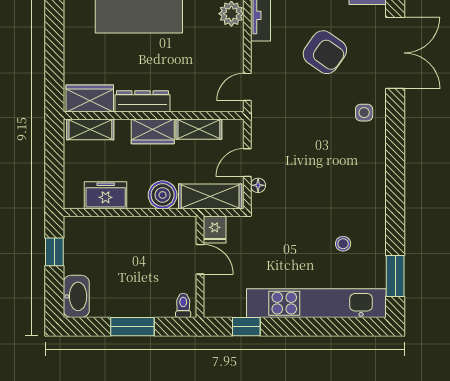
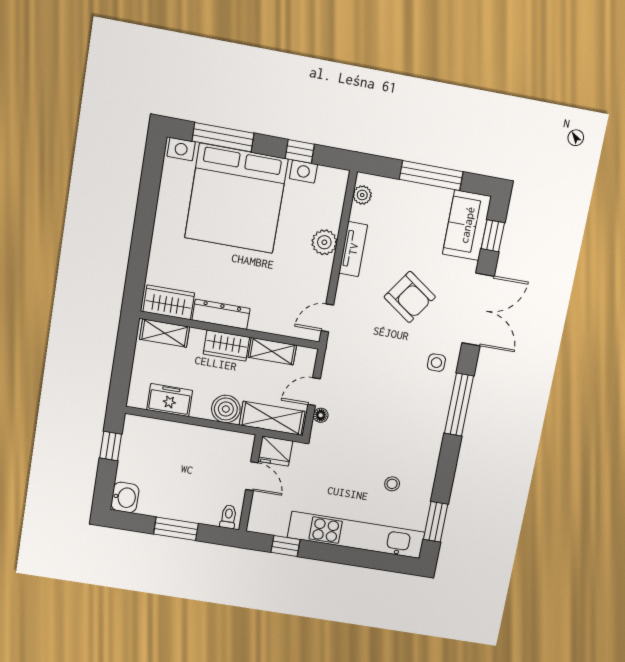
window: (395, 151) -> (459, 405), added
fridge: (215, 230) -> (275, 451), width x1.38
washbasin: (76, 296) -> (125, 497), width x0.72

